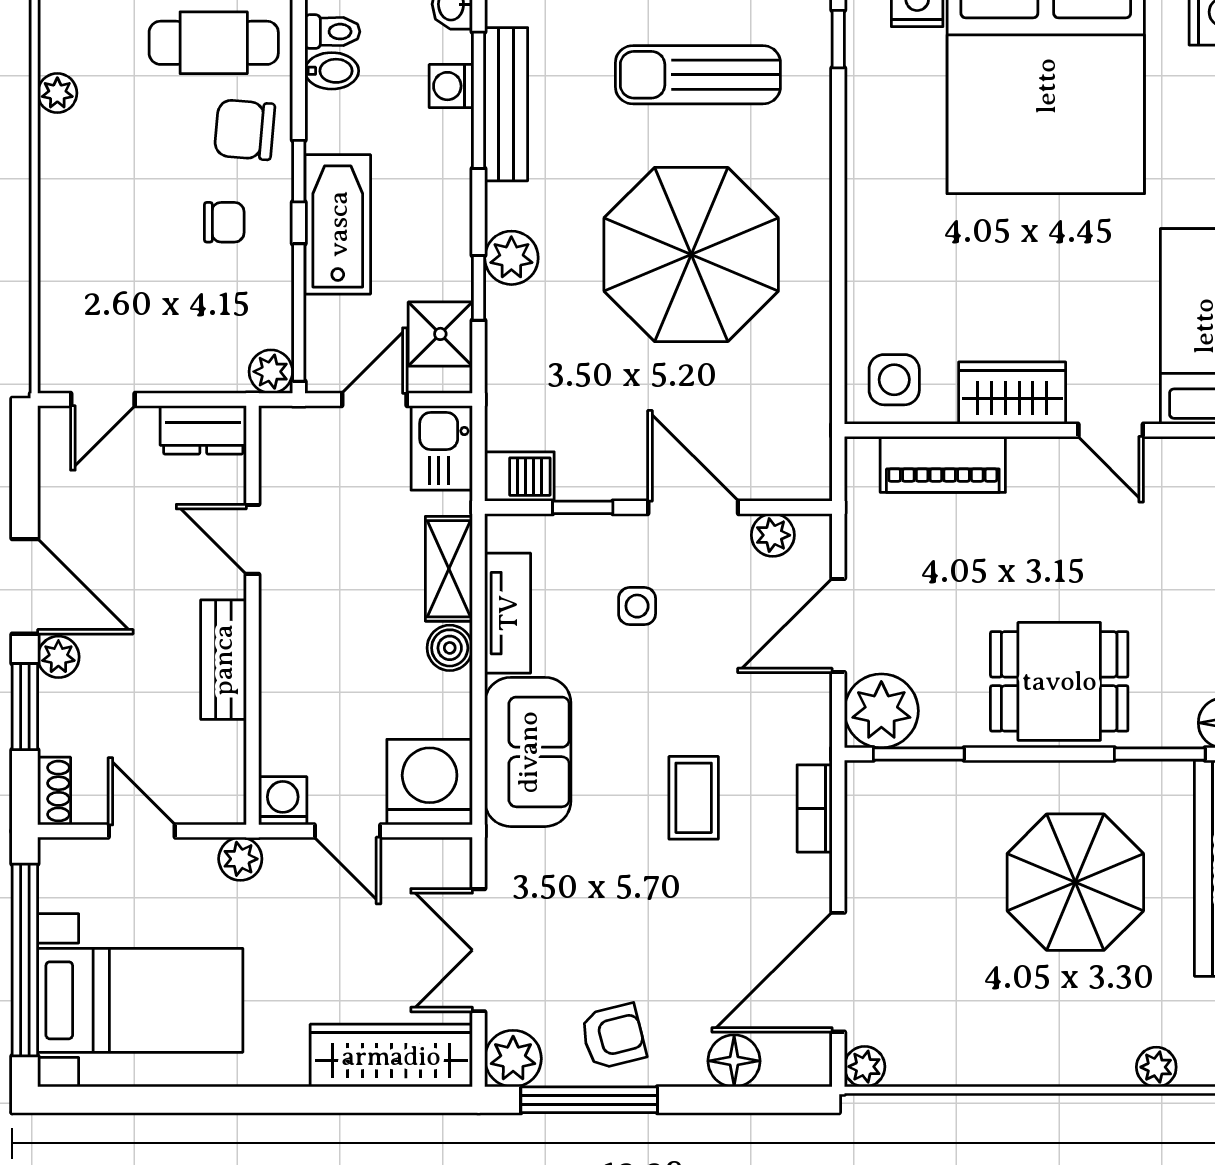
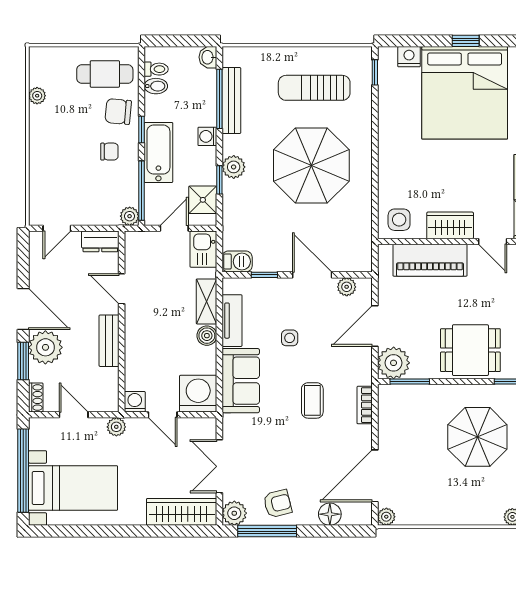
washing machine: (451, 86) -> (207, 136), moved
piano: (943, 464) -> (430, 260), width x1.37, depth x1.33
side table: (637, 606) -> (290, 338), moved
plant: (58, 657) -> (45, 347), width x1.87, depth x1.87

